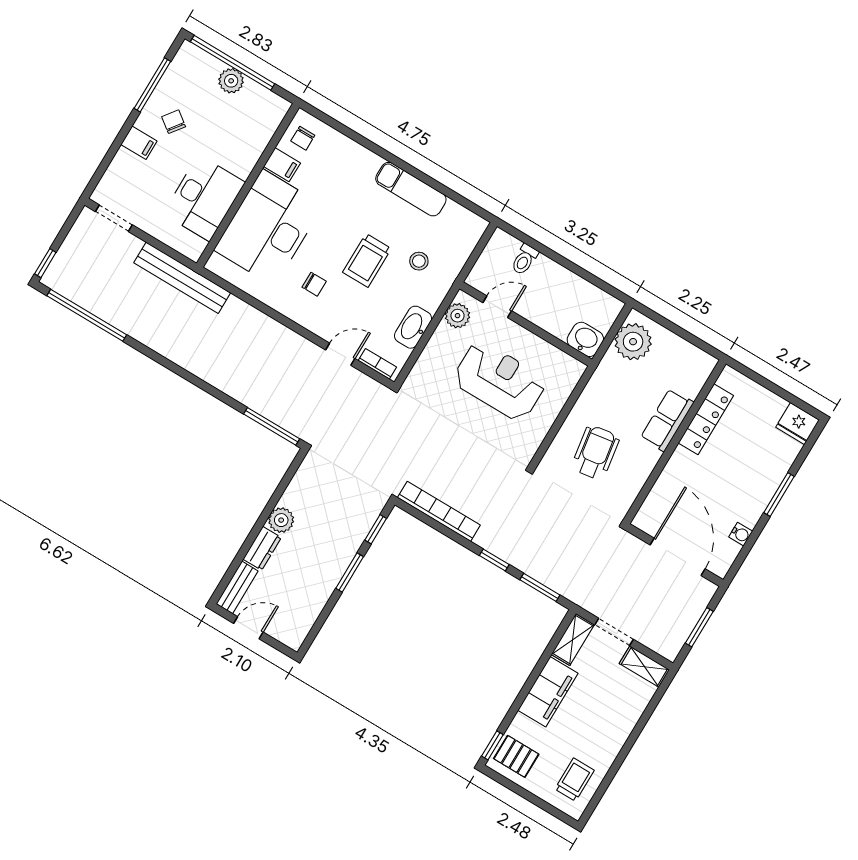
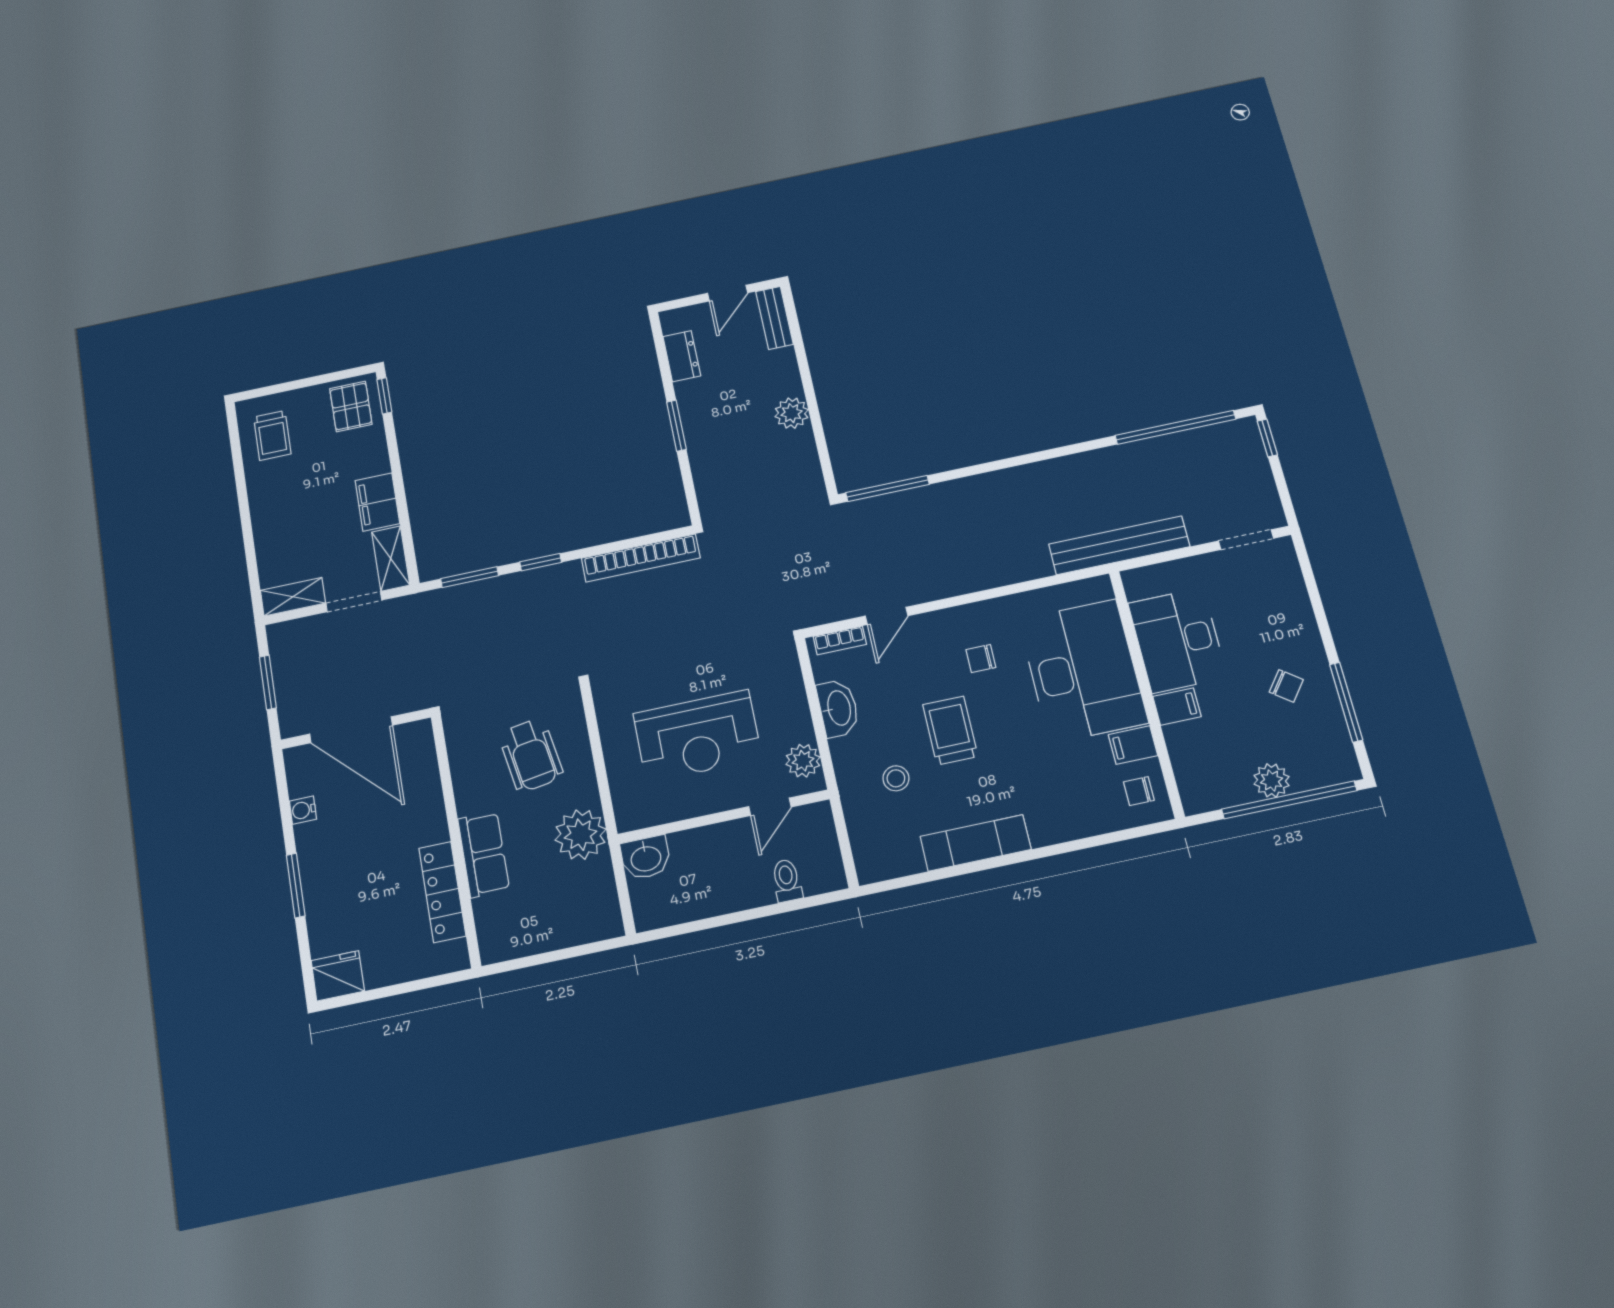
chair: (303, 138) -> (1139, 791), turned -90
filing cabinet: (139, 143) -> (1177, 707), moved, turned 180
plant: (633, 342) -> (580, 835), moved
window: (376, 529) -> (689, 486), removed
dresser: (262, 548) -> (682, 356), moved, turned 180
filing cabinet: (548, 692) -> (377, 502), width x0.67, depth x0.86
pallet: (516, 756) -> (351, 406), turned 90

